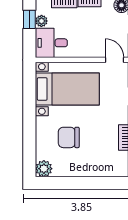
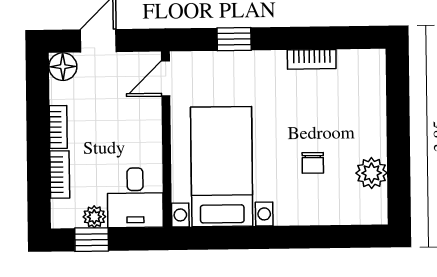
chair: (69, 137) -> (313, 163), width x0.54, depth x0.54
plant: (44, 169) -> (372, 173), moved

